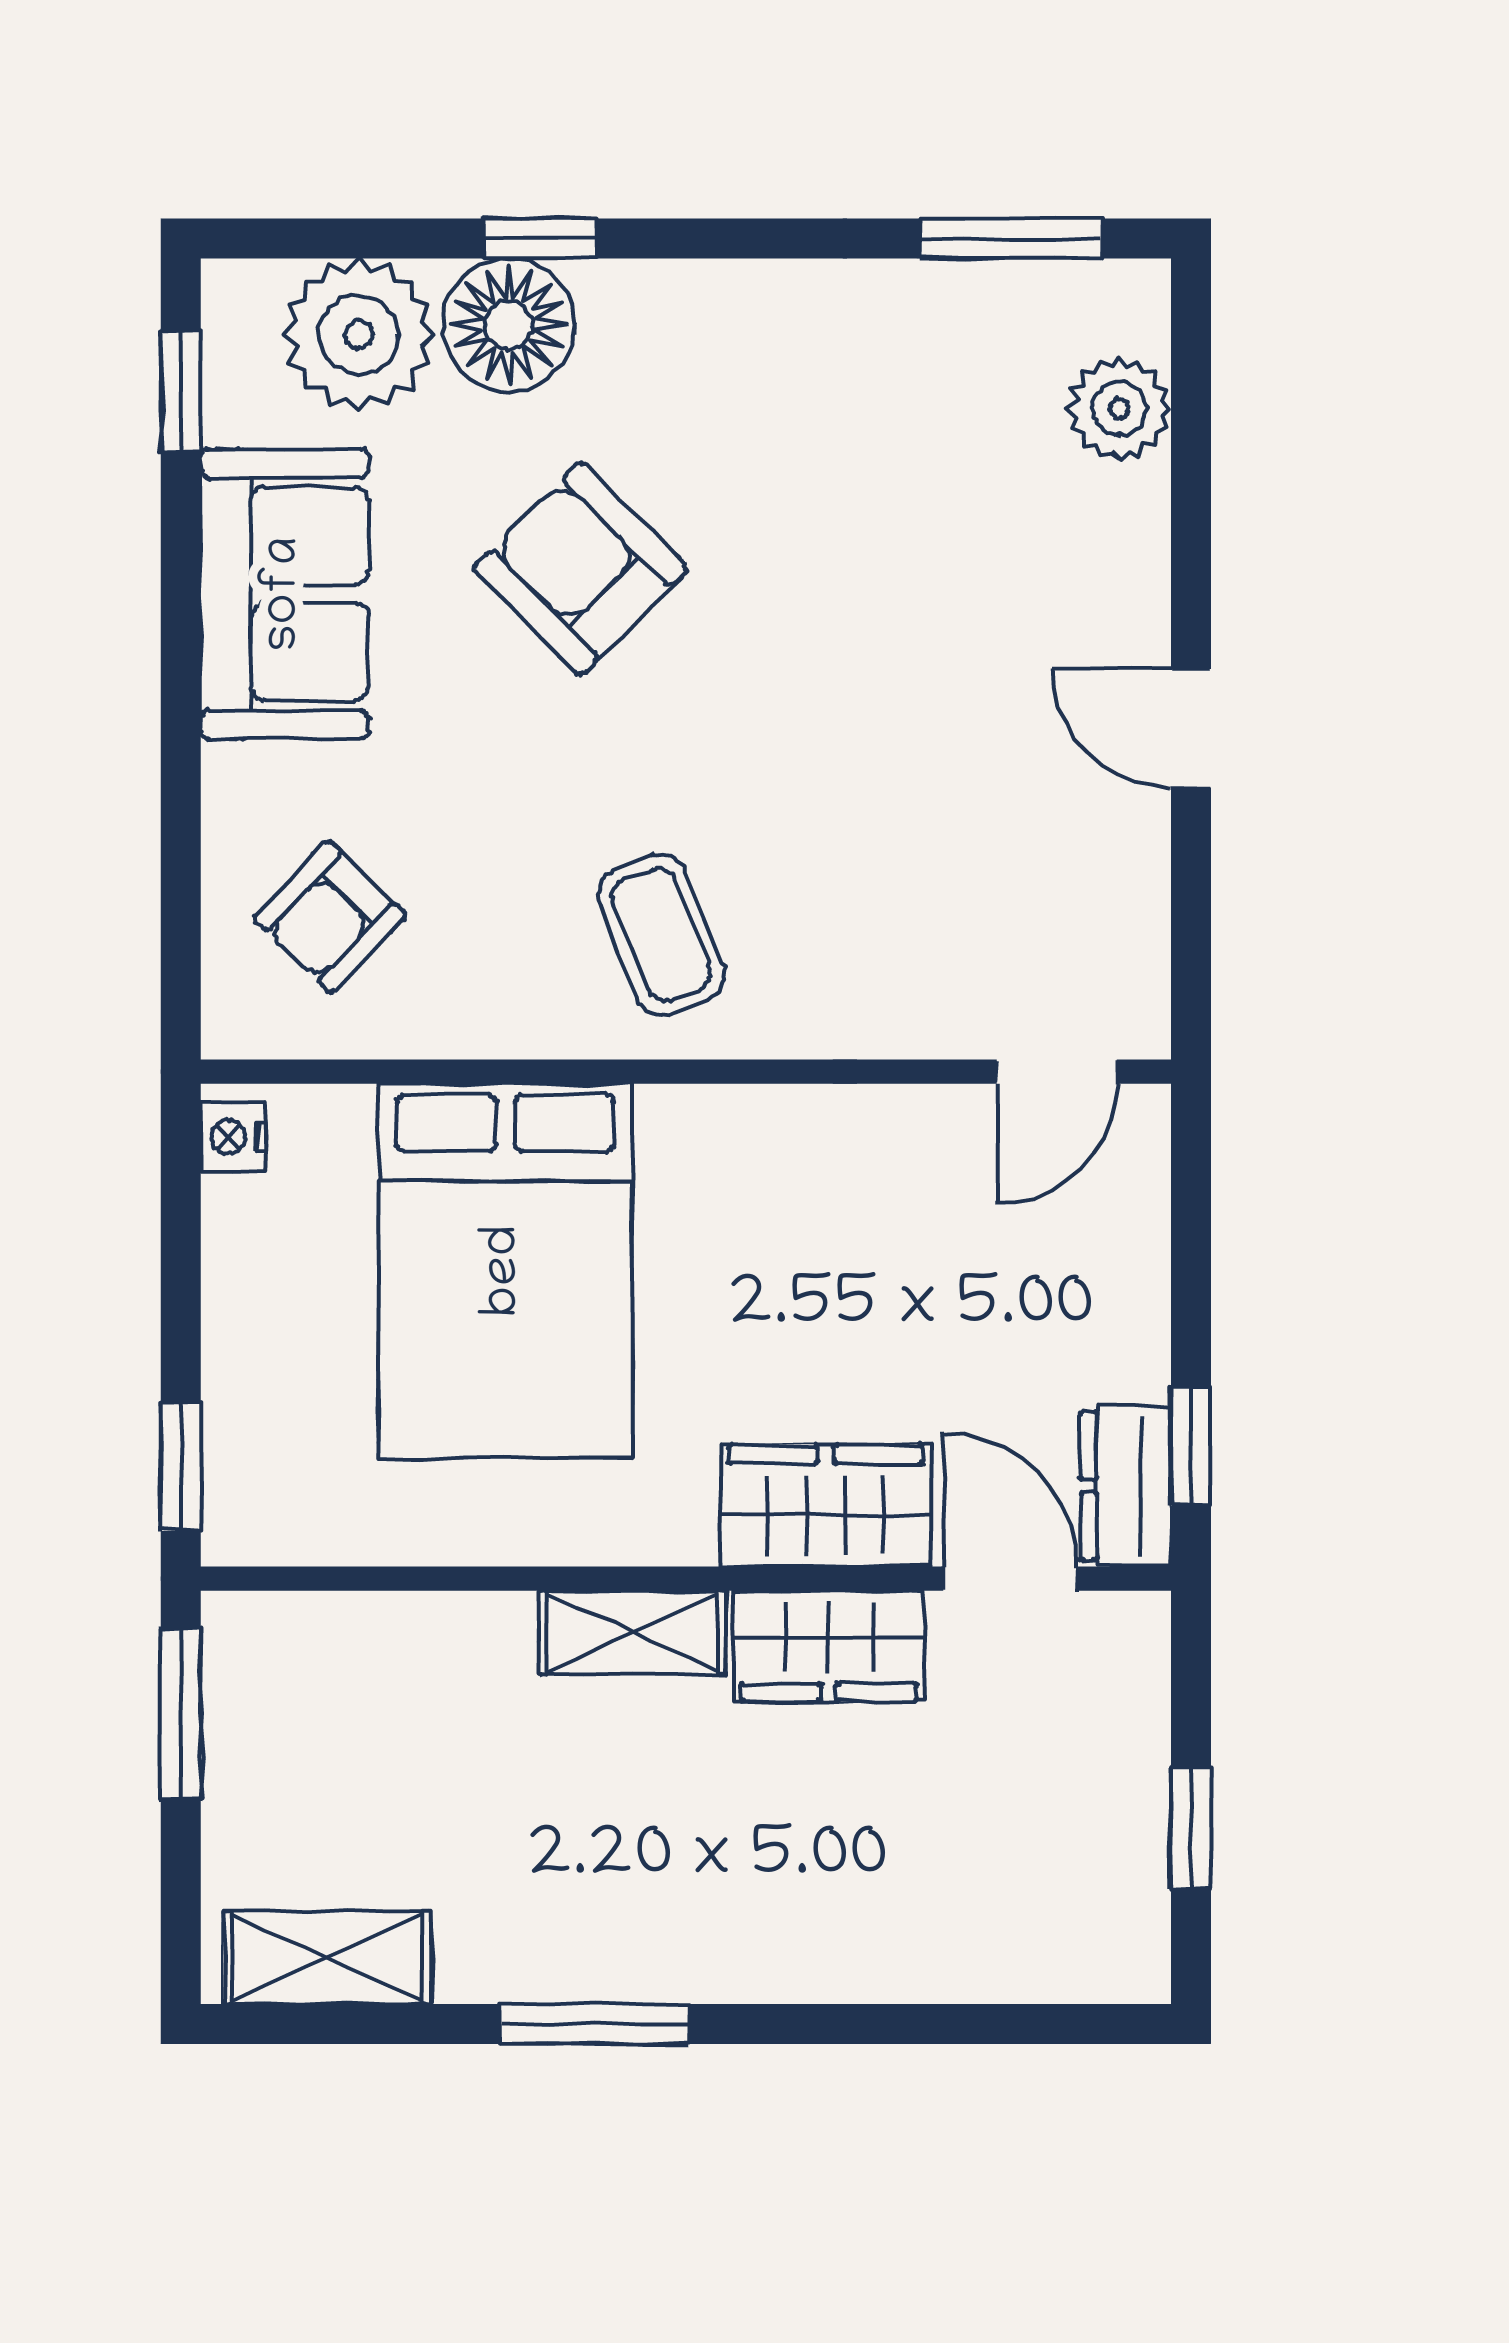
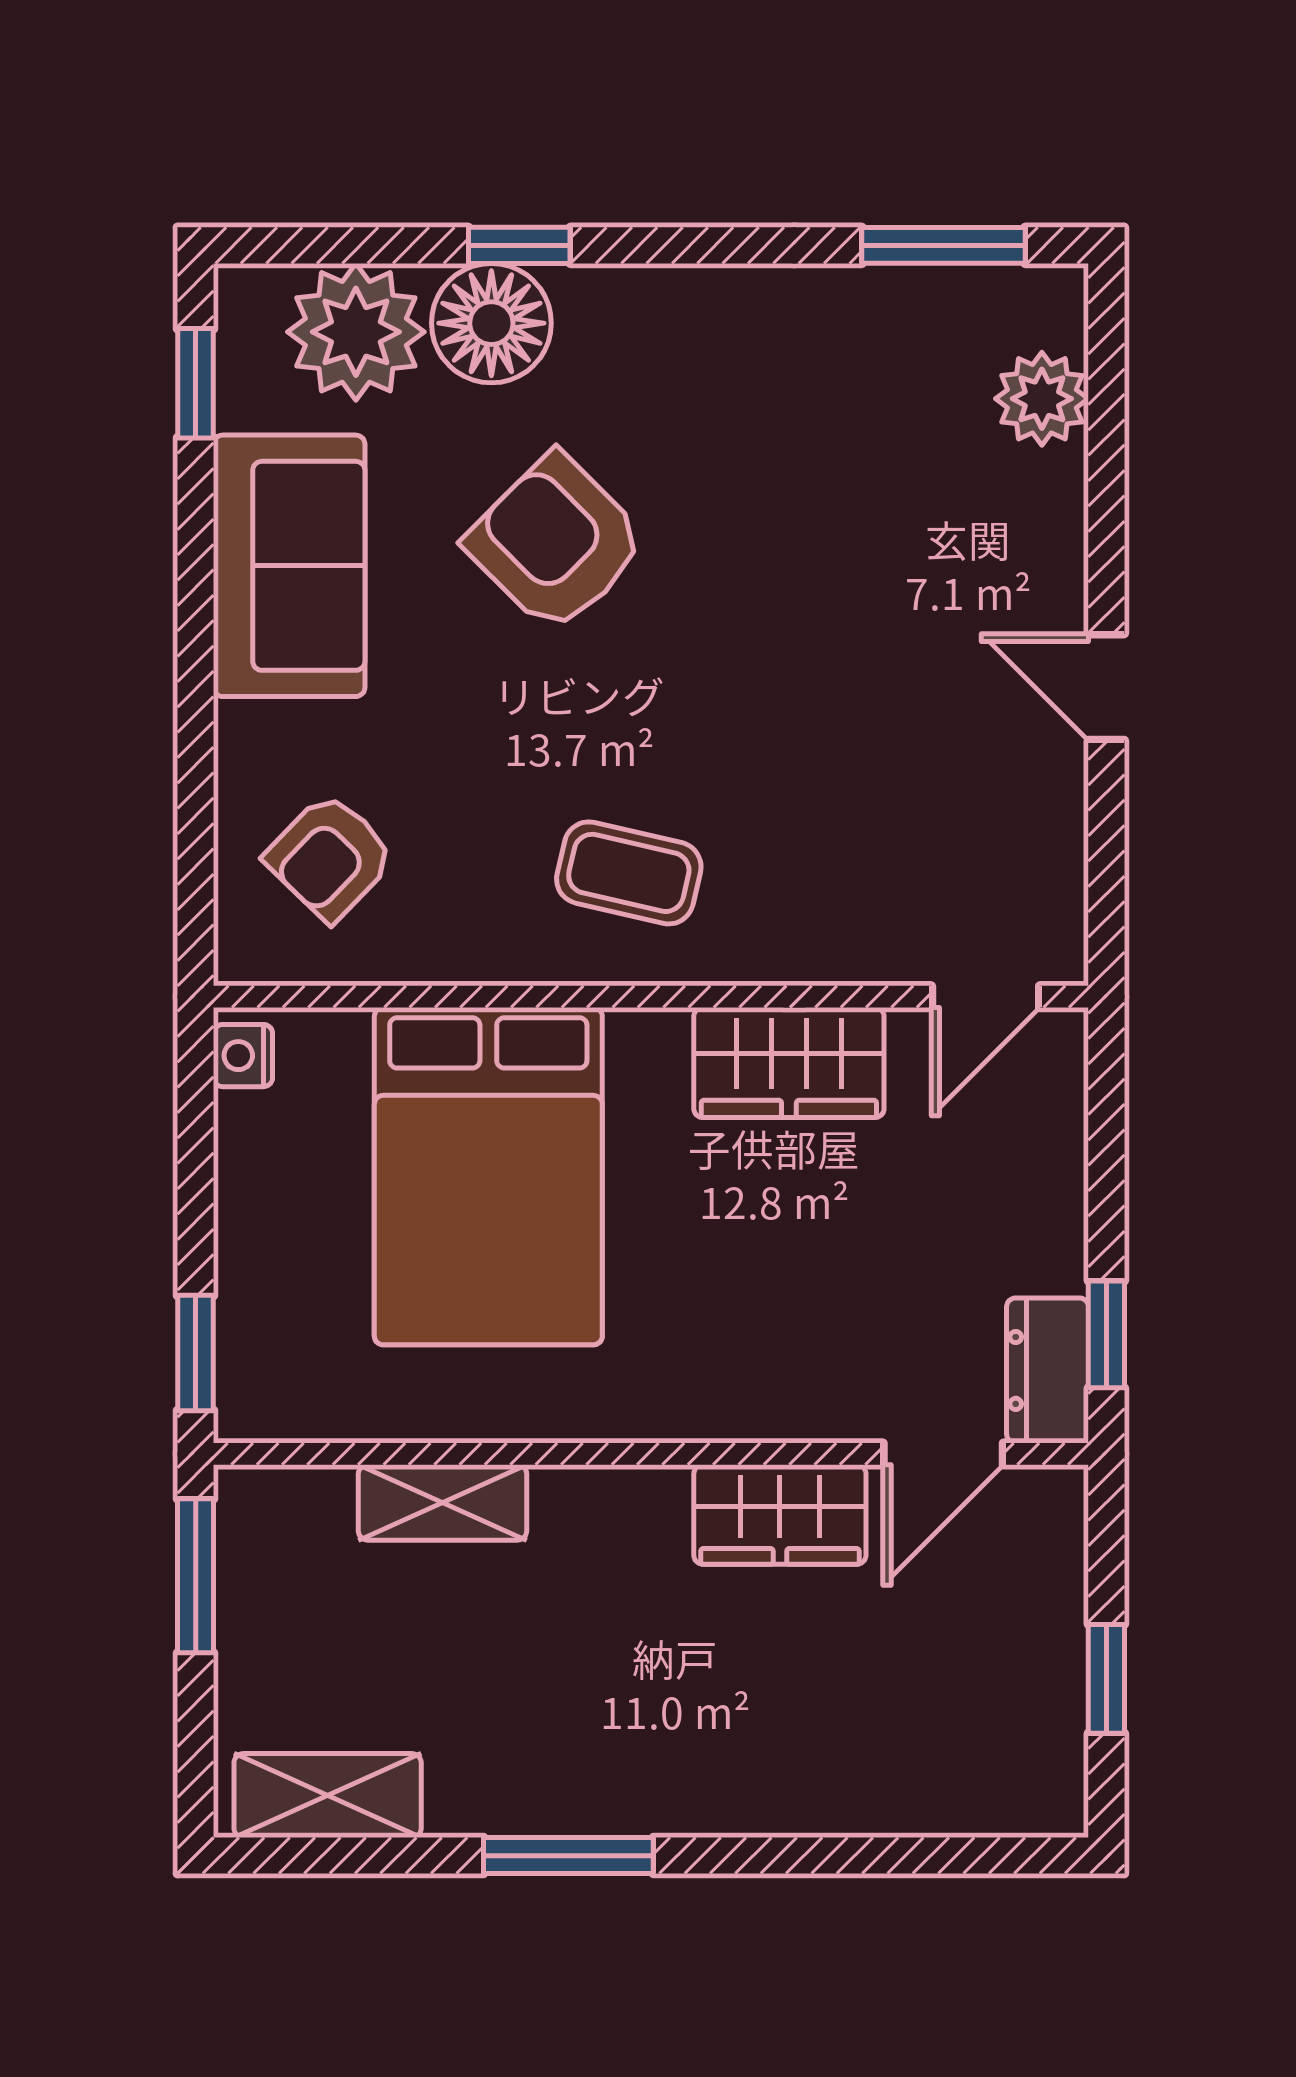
coffee table: (661, 934) -> (629, 873), turned -55
wardrobe: (826, 1506) -> (789, 1063), moved, turned 180
door: (1010, 1579) -> (943, 1454), swing flipped
shelving: (632, 1632) -> (443, 1502), moved

